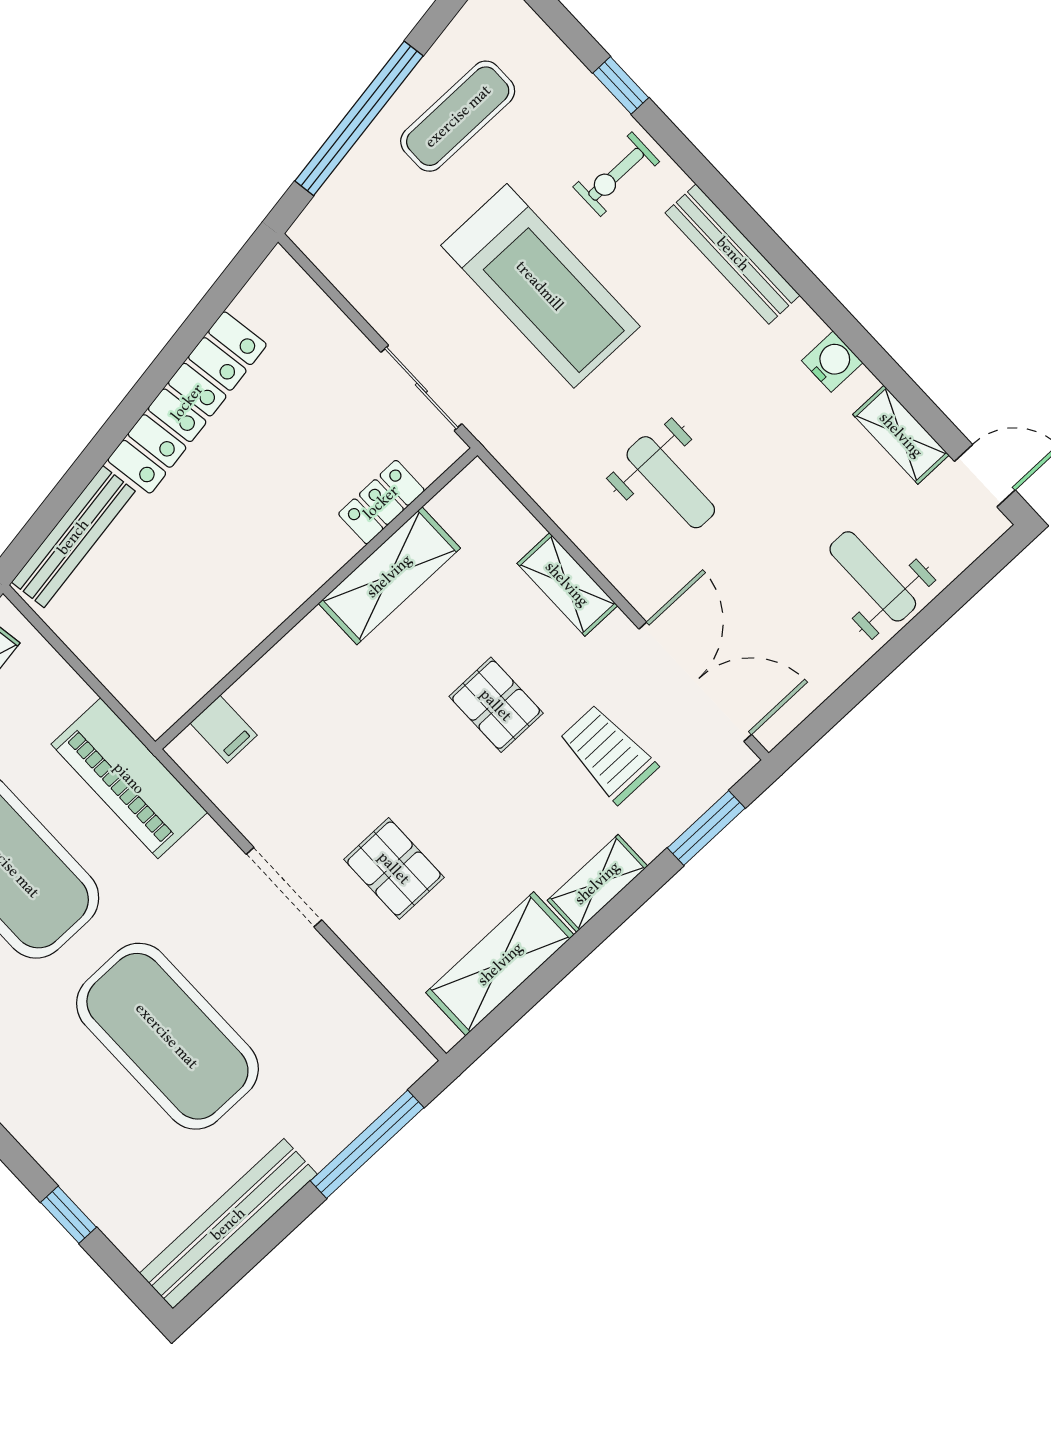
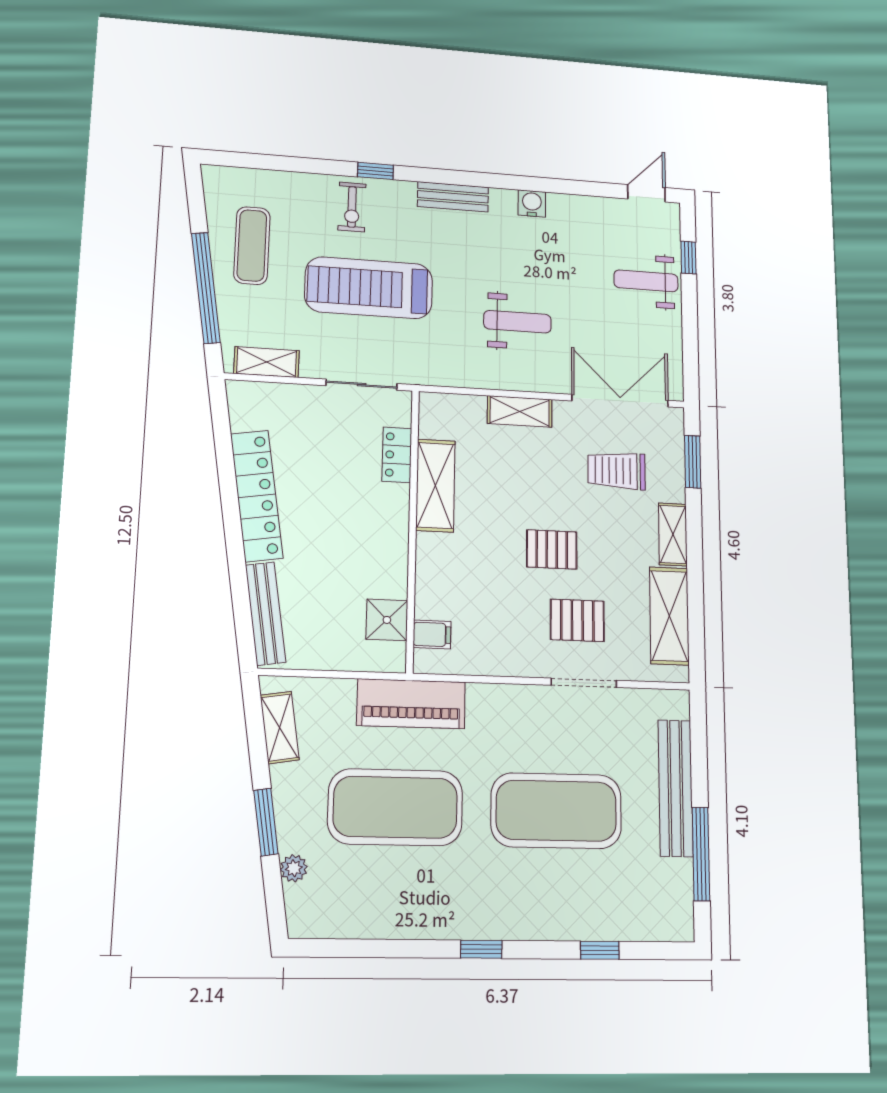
window: (621, 85) -> (375, 171), moved
bench: (733, 254) -> (453, 197), width x0.73
treadmill: (540, 286) -> (369, 288), turned 180
shelving: (901, 435) -> (267, 362), moved
window: (954, 597) -> (688, 257), added
shower: (192, 667) -> (387, 620), added
pallet: (496, 705) -> (552, 549), moved
doorway: (284, 887) -> (584, 683), moved
window: (367, 1144) -> (701, 854), moved
bench: (228, 1224) -> (675, 788), moved

